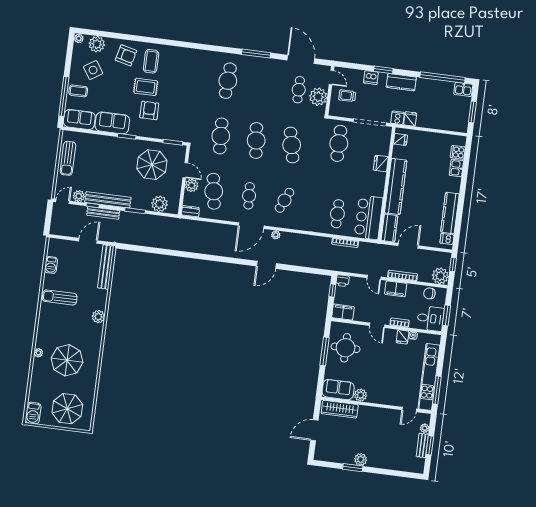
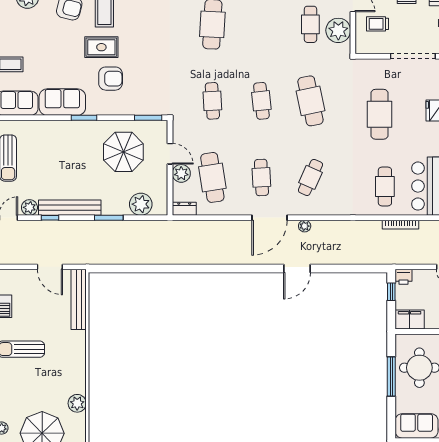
side table: (93, 70) -> (27, 33), removed
armchair: (149, 110) -> (111, 79), turned 90
cafe table: (221, 136) -> (212, 101), width x0.73, depth x0.74
cafe table: (256, 140) -> (261, 101), width x0.73, depth x0.74
cafe table: (339, 143) -> (380, 114), moved
bench: (103, 213) -> (66, 226), removed
door: (88, 241) -> (50, 267), swing flipped
plant: (98, 317) -> (77, 403), moved

